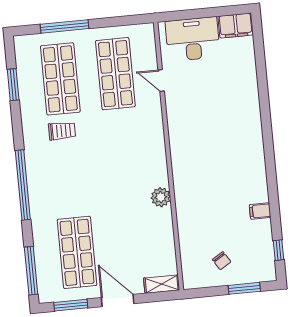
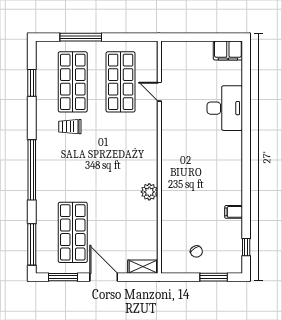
desk: (193, 39) -> (225, 108), moved, turned 90
trolley: (62, 131) -> (70, 127), turned 180

